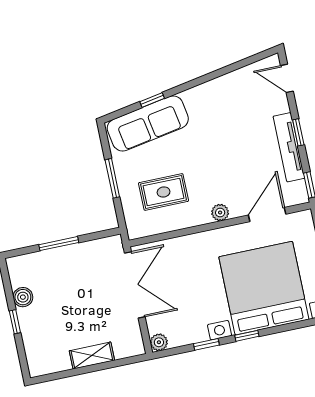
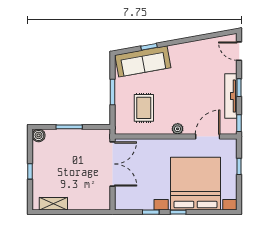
rug: (164, 192) -> (144, 108), turned 90
boiler: (23, 297) -> (39, 135), moved
plant: (159, 342) -> (120, 204), removed
shelving: (92, 356) -> (53, 204), moved

